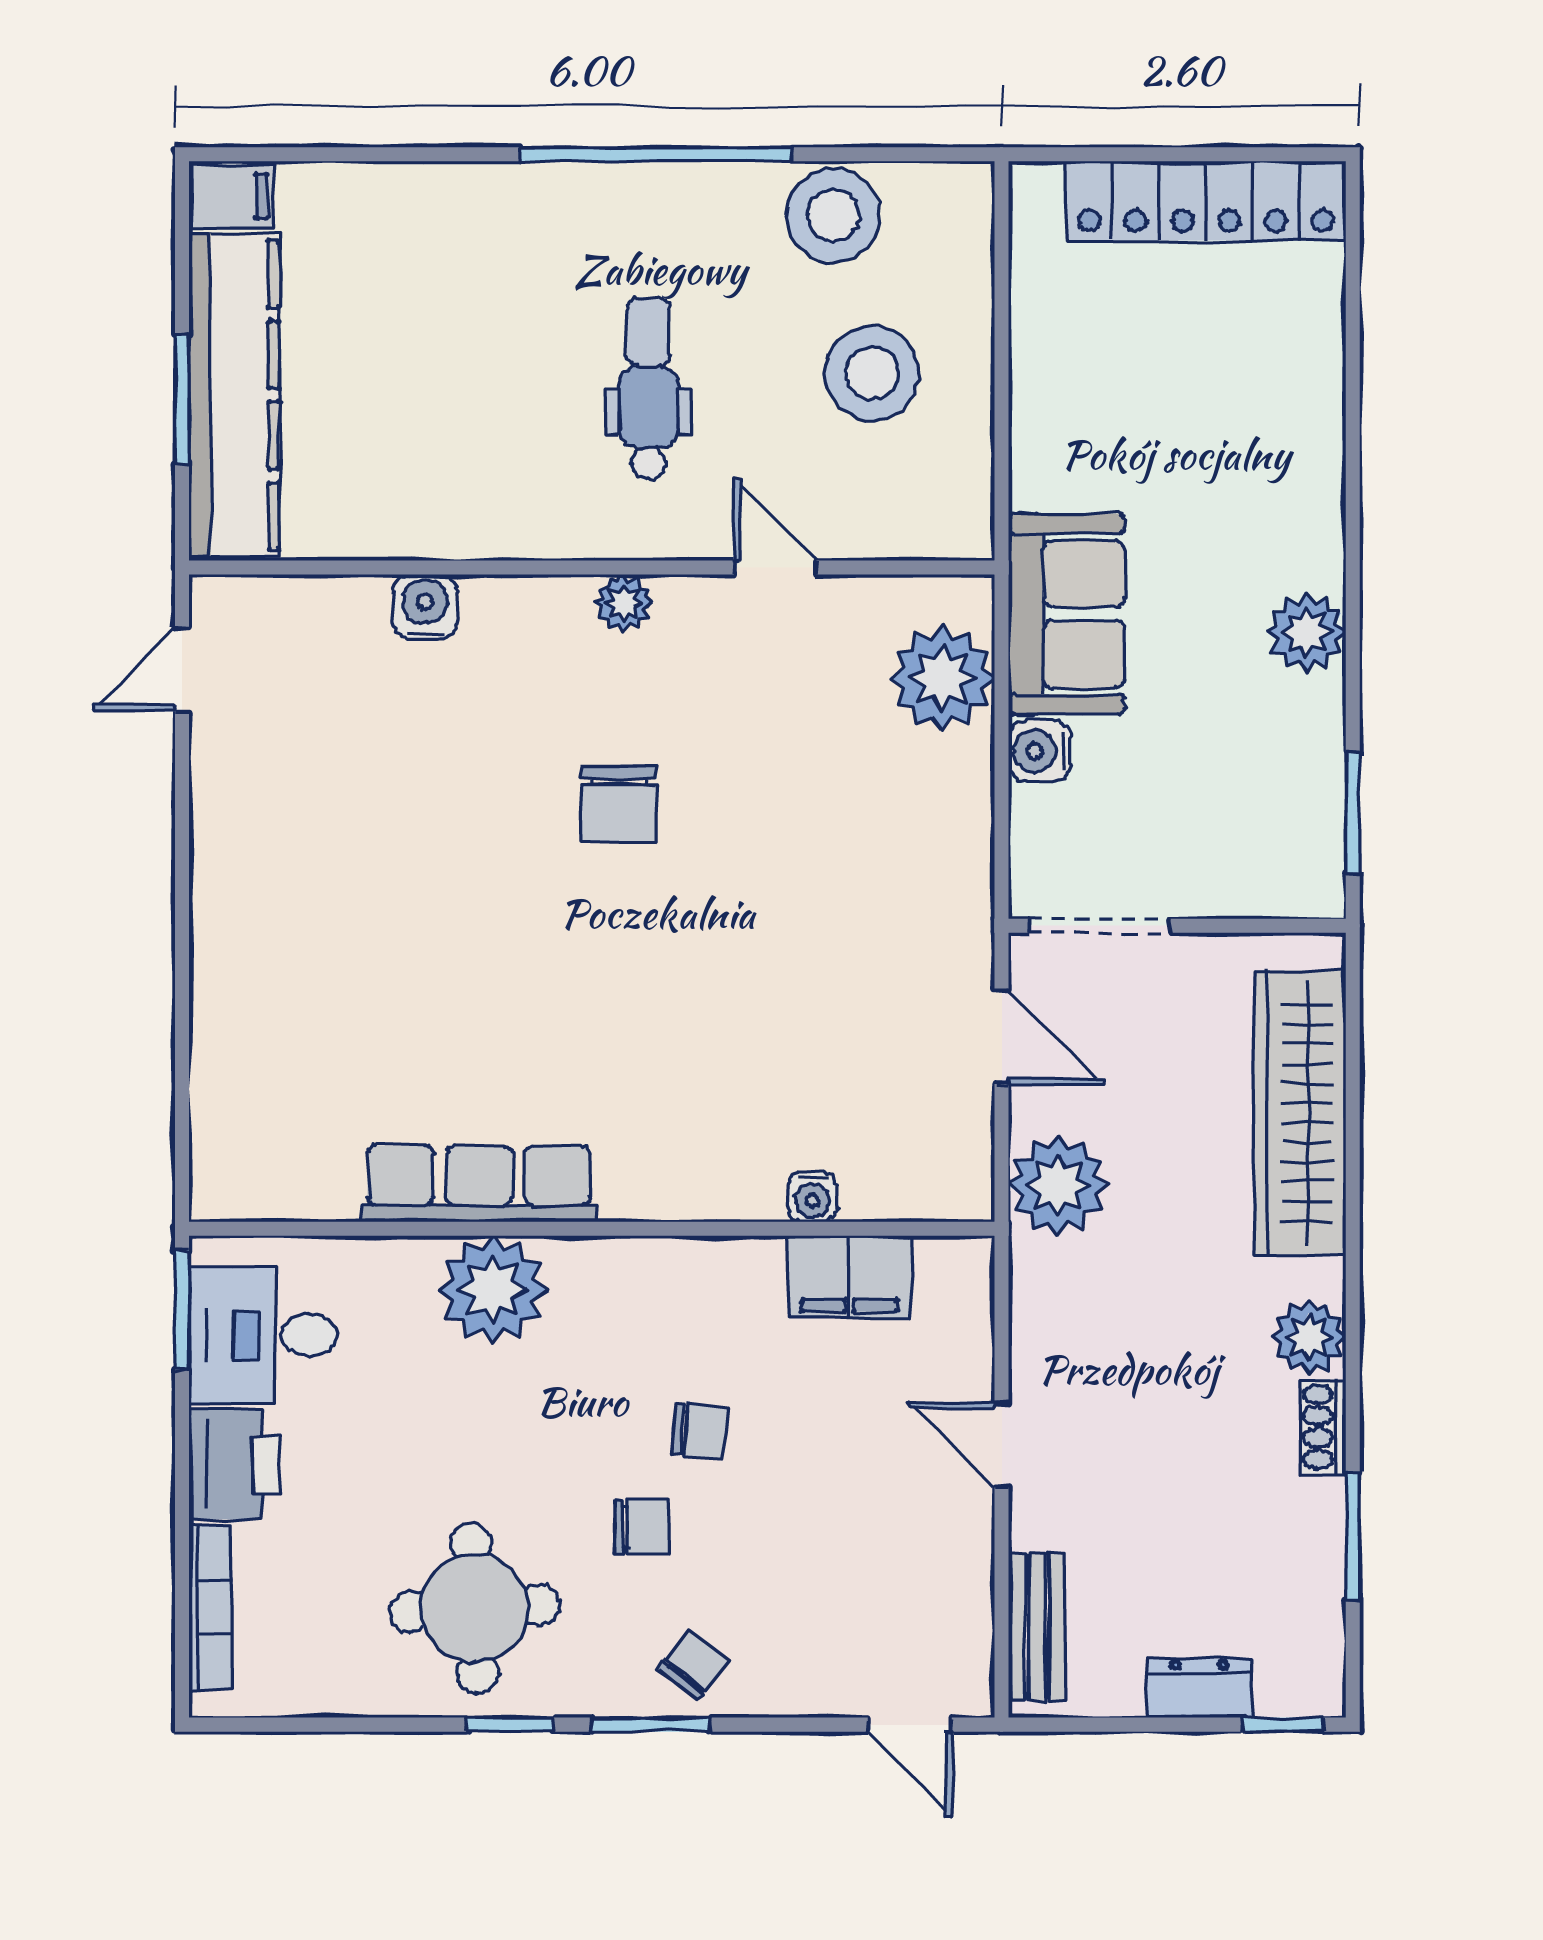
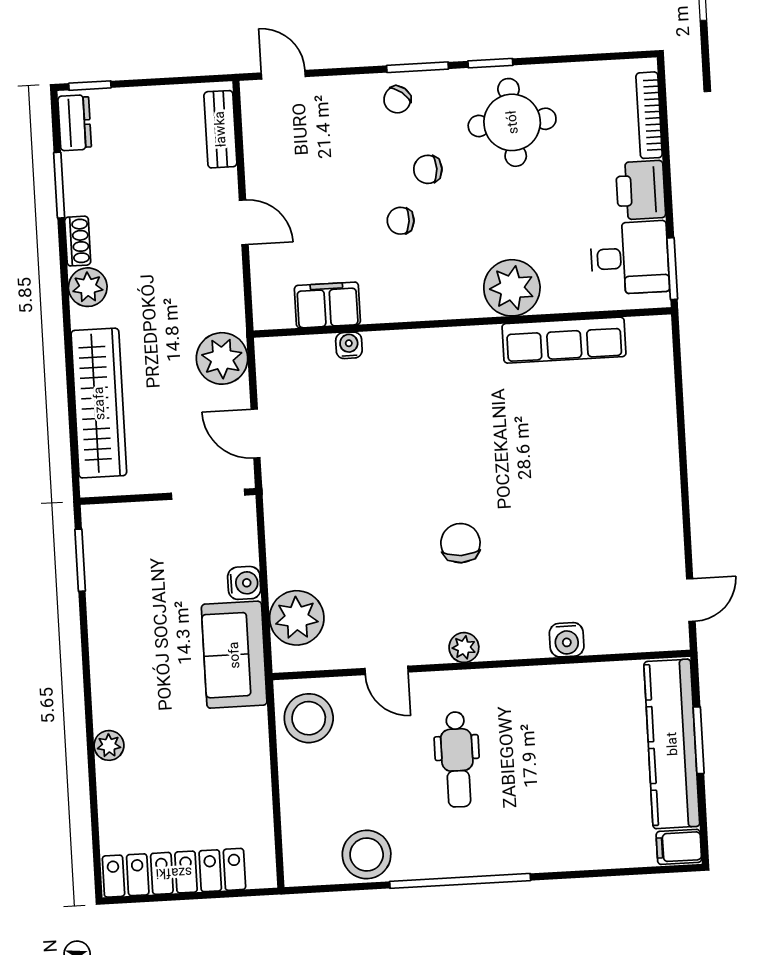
stool: (872, 373) -> (309, 718), moved
plant: (1306, 632) -> (109, 745), moved, width x0.73, depth x0.73
row of seats: (479, 1184) -> (564, 340), moved
dresser: (1199, 1688) -> (75, 123), moved, turned -90

